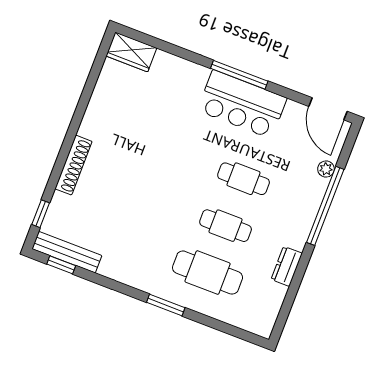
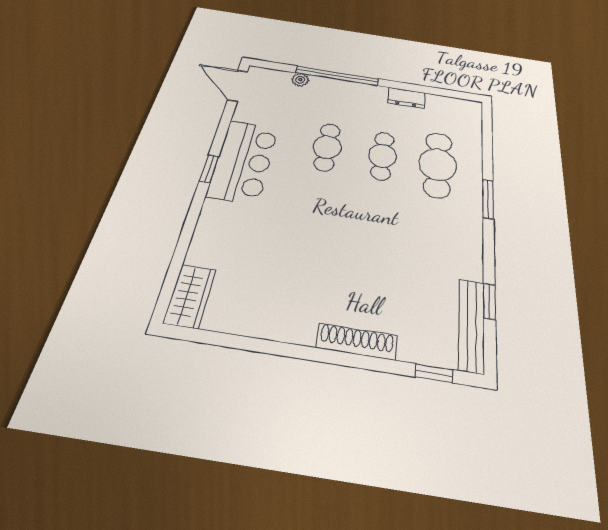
window: (239, 75) -> (209, 169), width x0.46
door: (328, 109) -> (238, 86), swing flipped
window: (61, 265) -> (489, 301), moved

